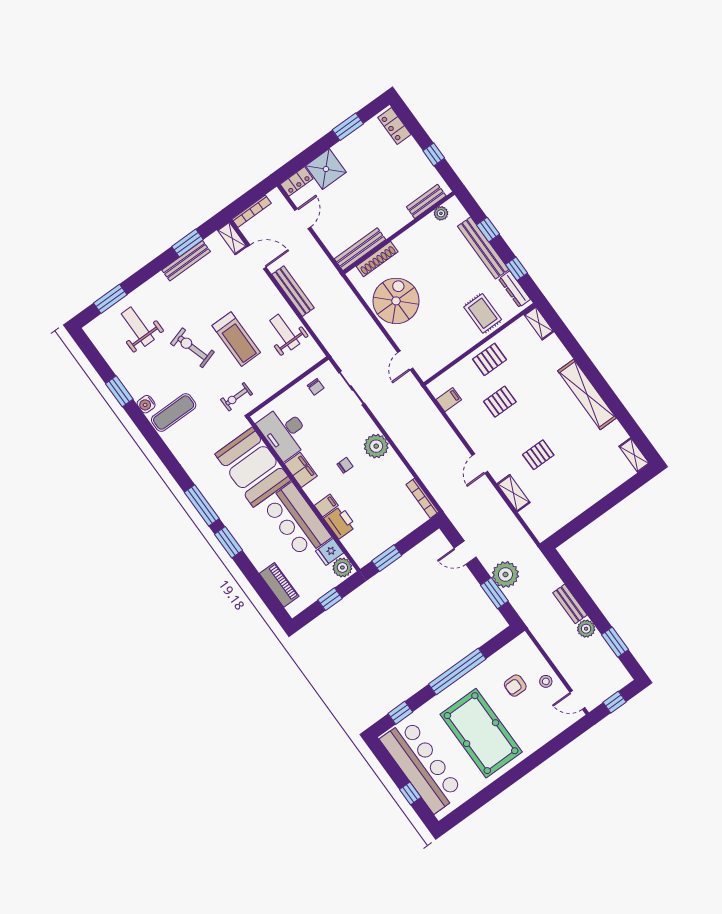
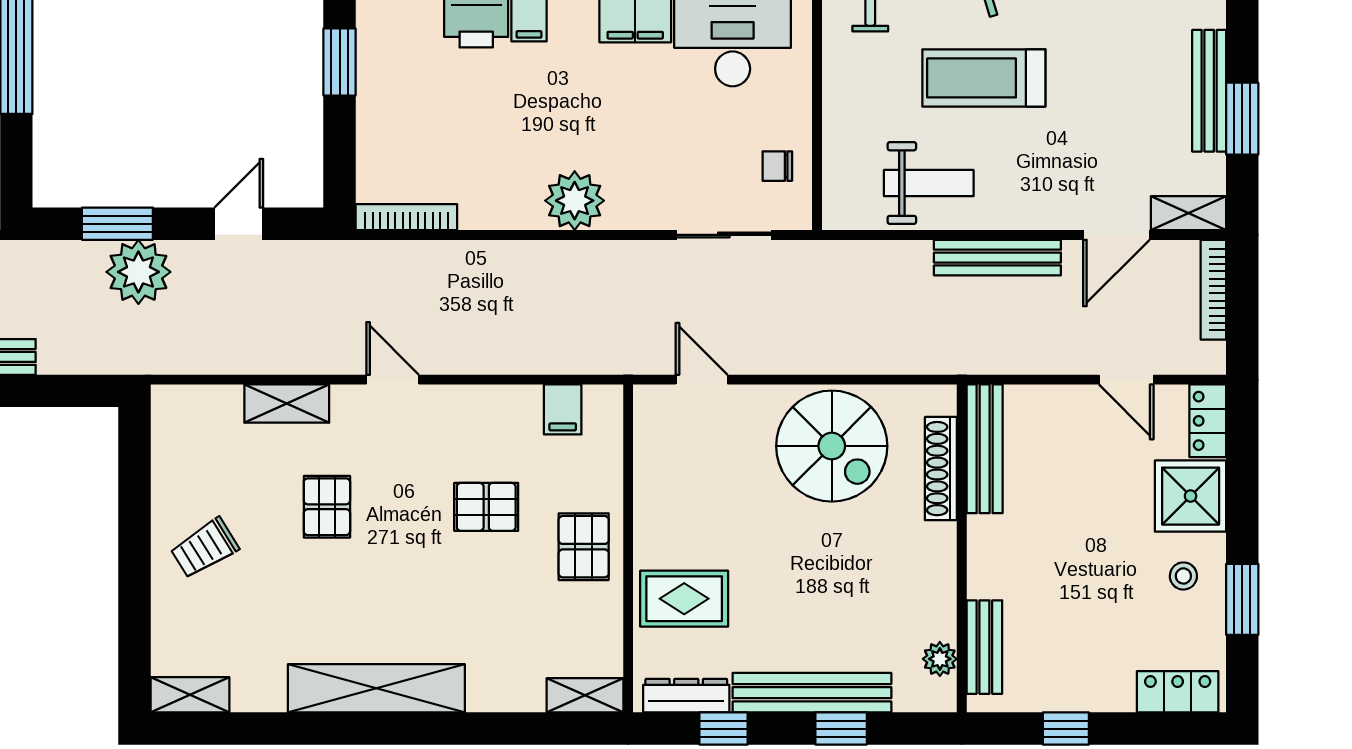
stool: (354, 152) -> (1183, 576), added
pallet: (500, 402) -> (486, 507), turned 90
chair: (345, 465) -> (581, 112), removed
trolley: (582, 486) -> (205, 548), added

